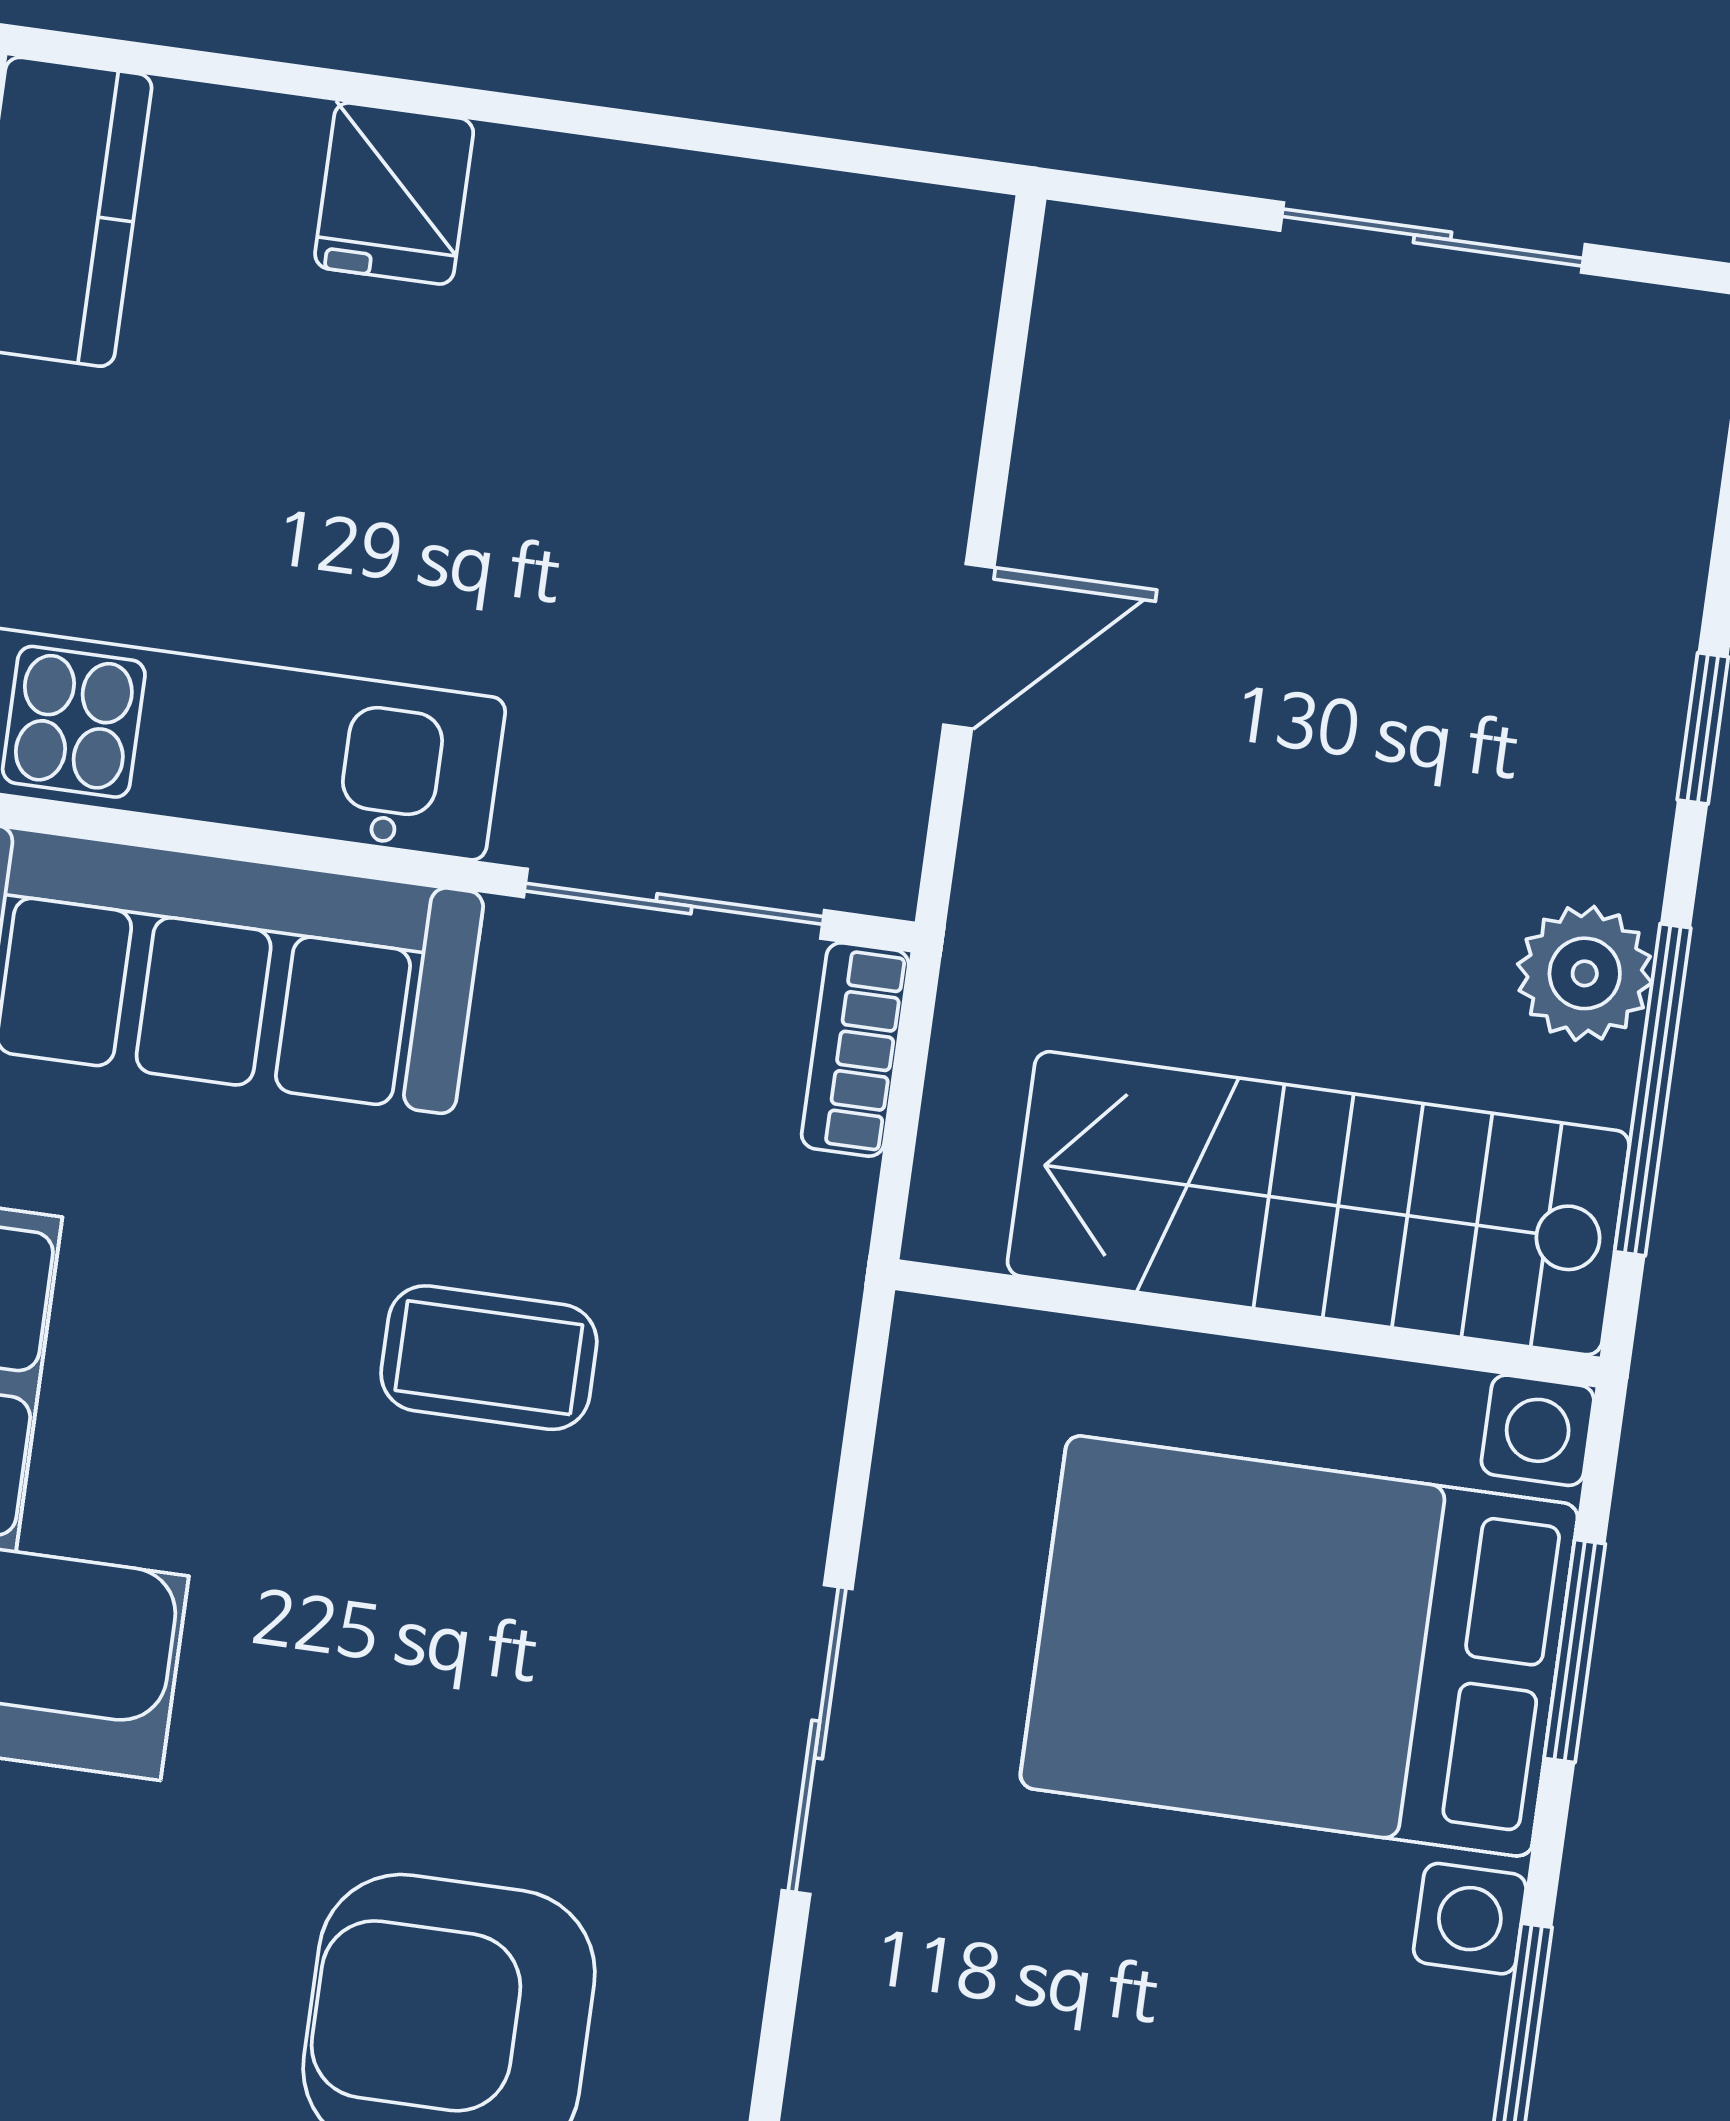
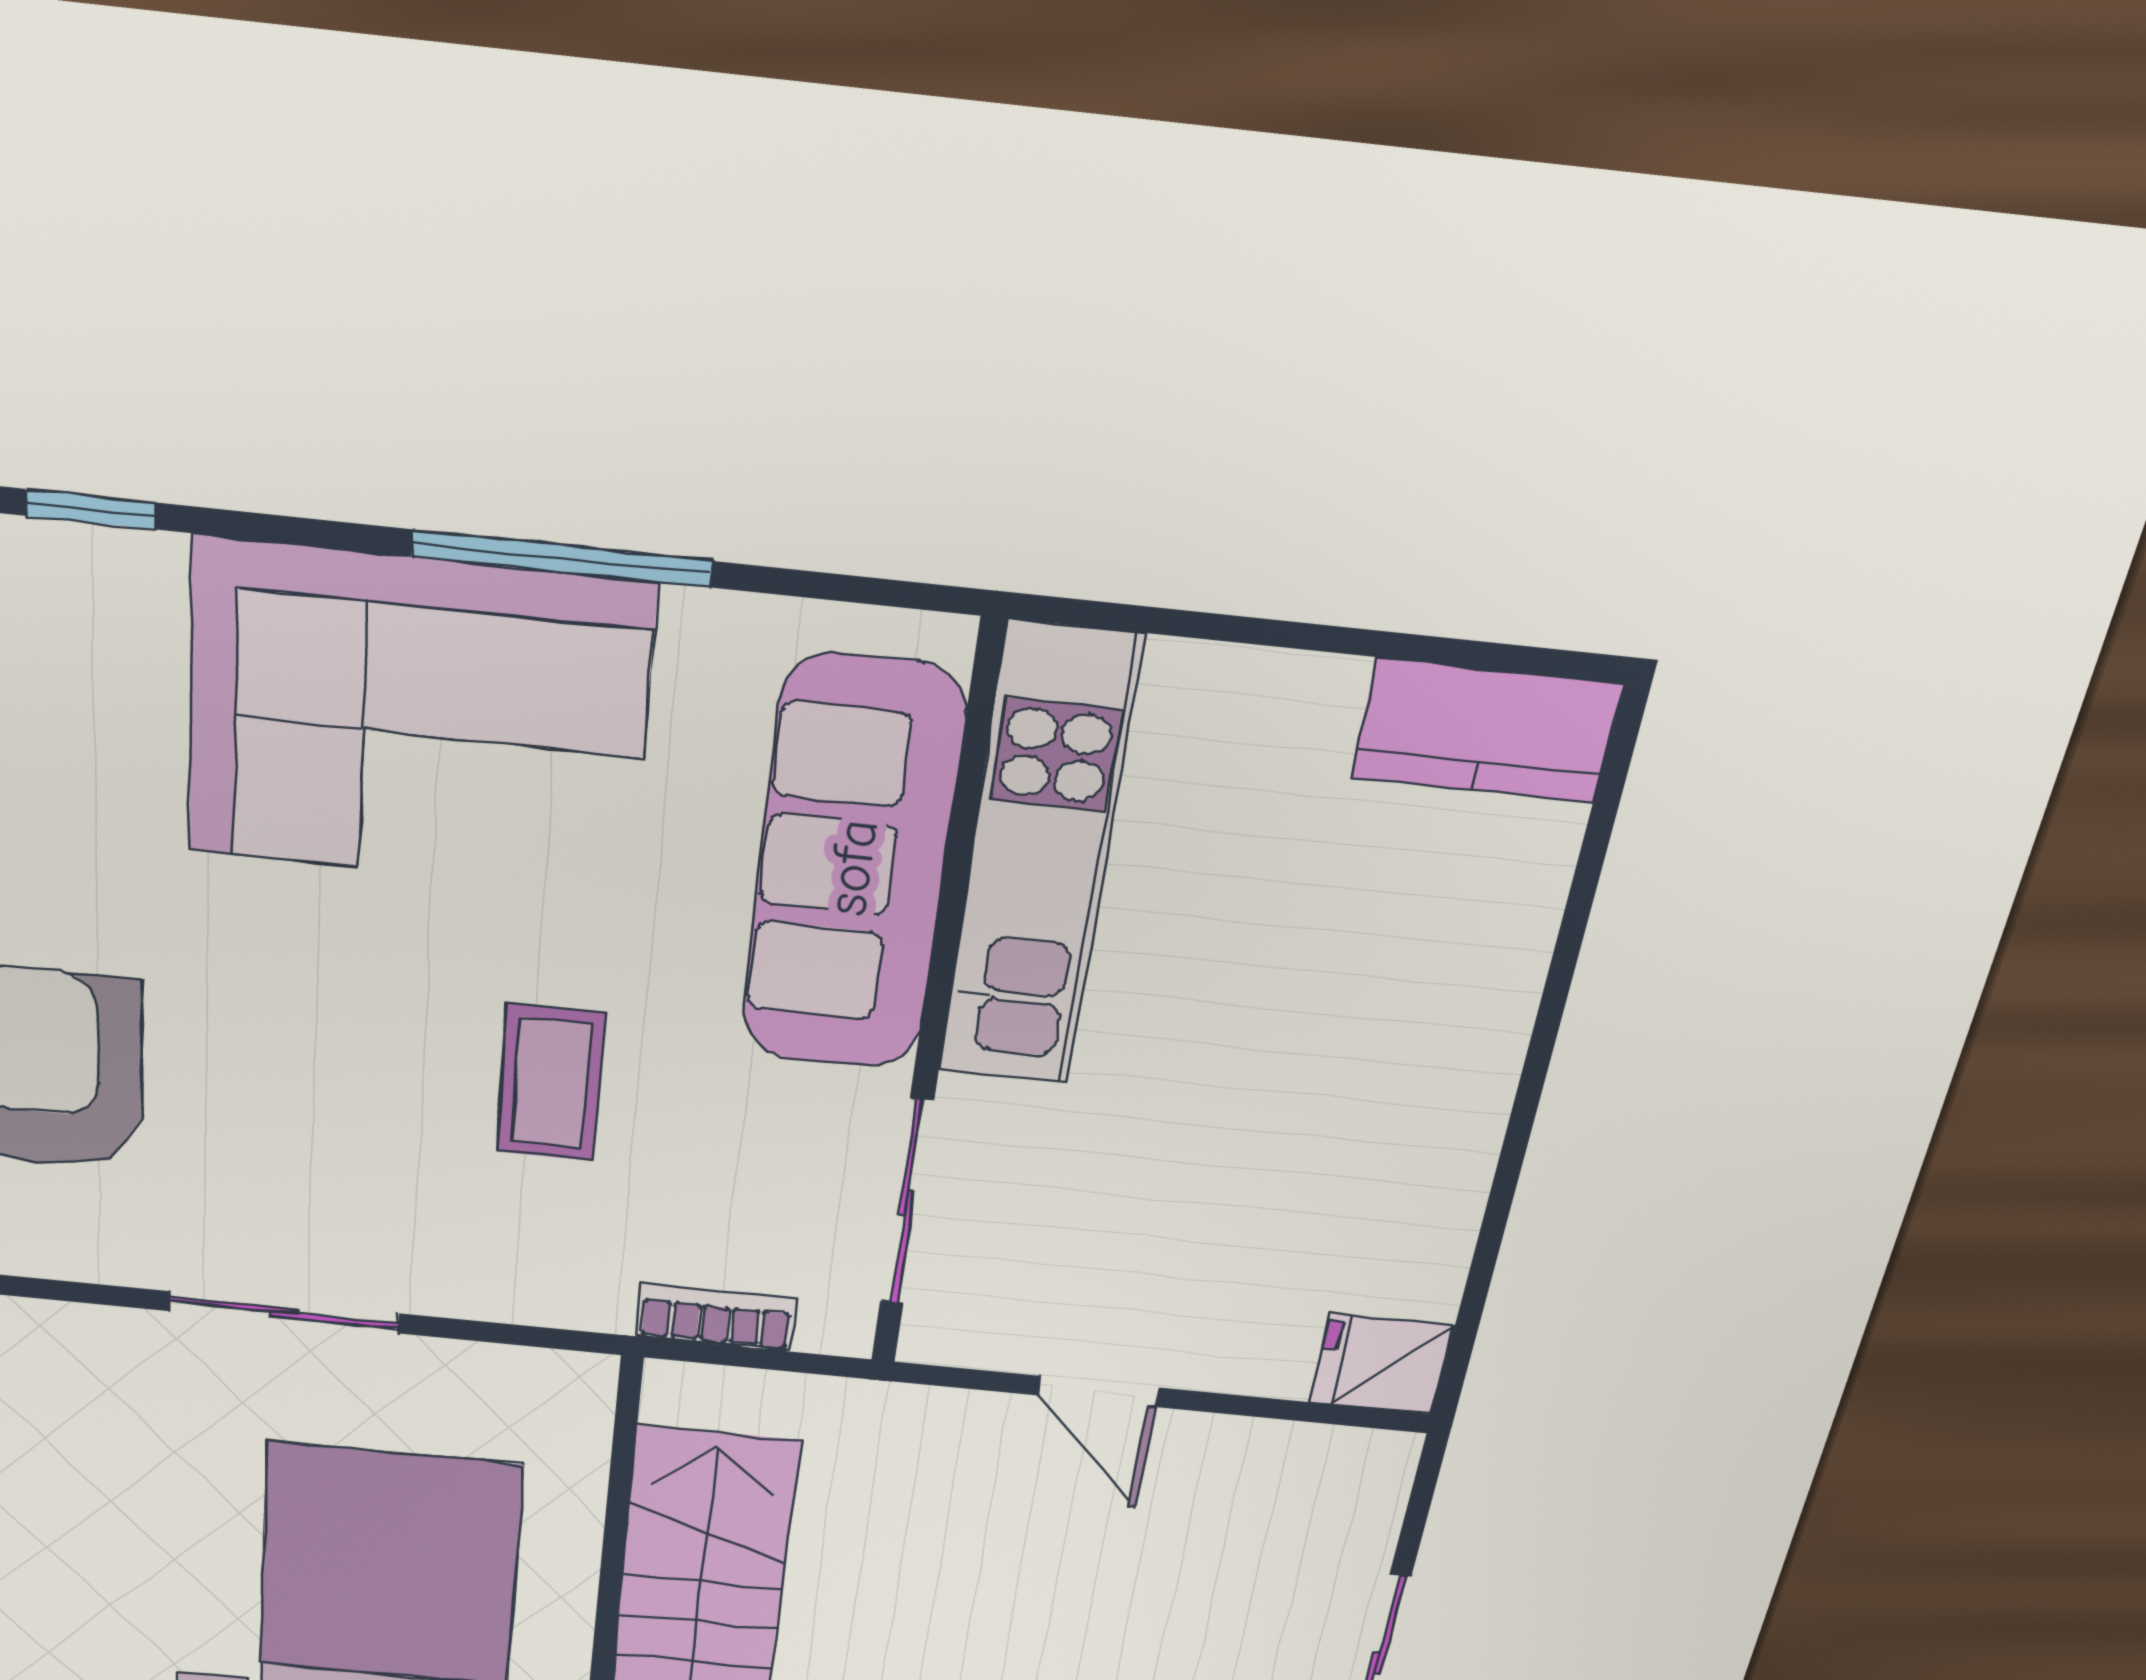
fridge: (394, 193) -> (1382, 1364), moved
bookcase: (855, 1049) -> (716, 1317), moved

